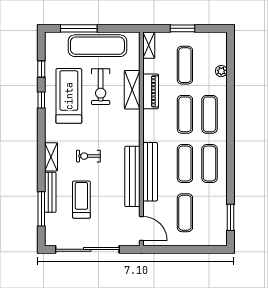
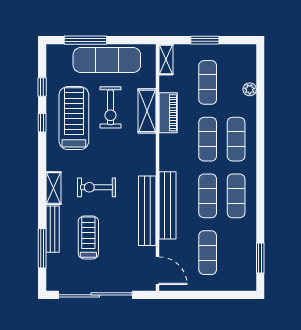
exercise bike: (88, 156) -> (96, 187), width x1.38, depth x1.39

